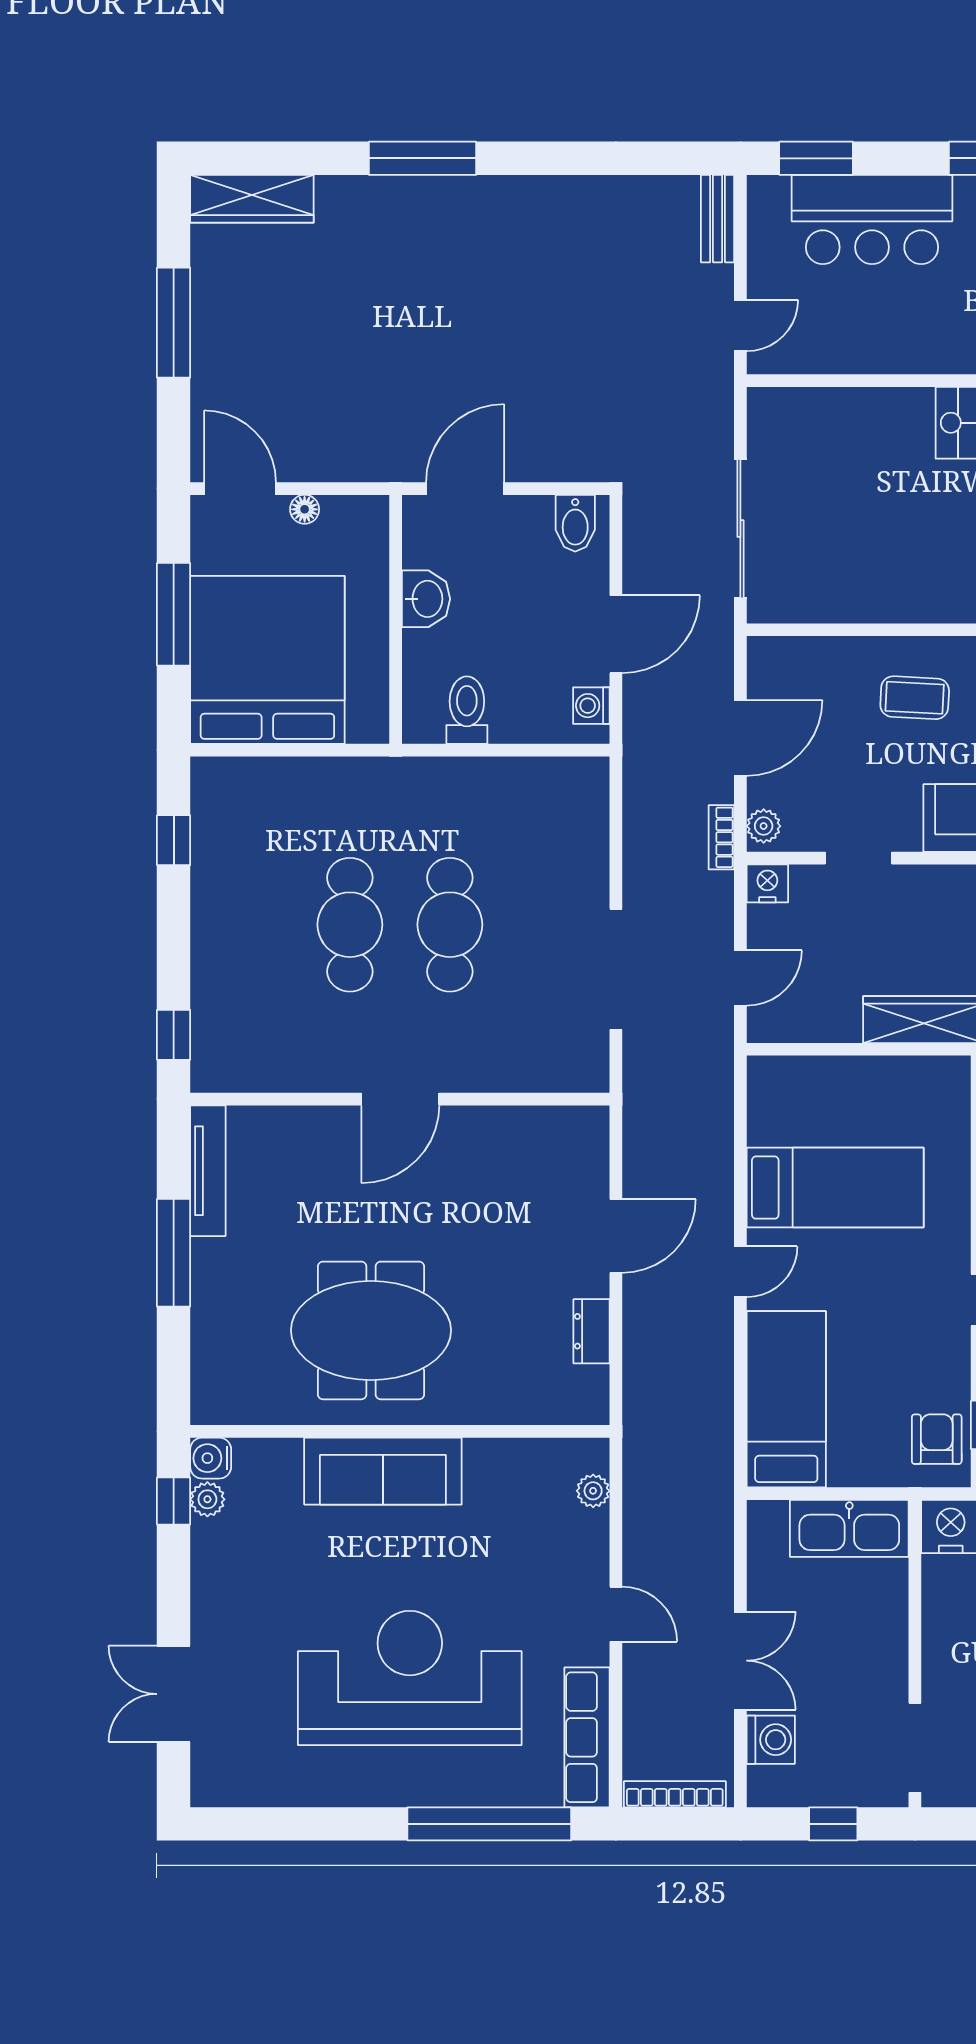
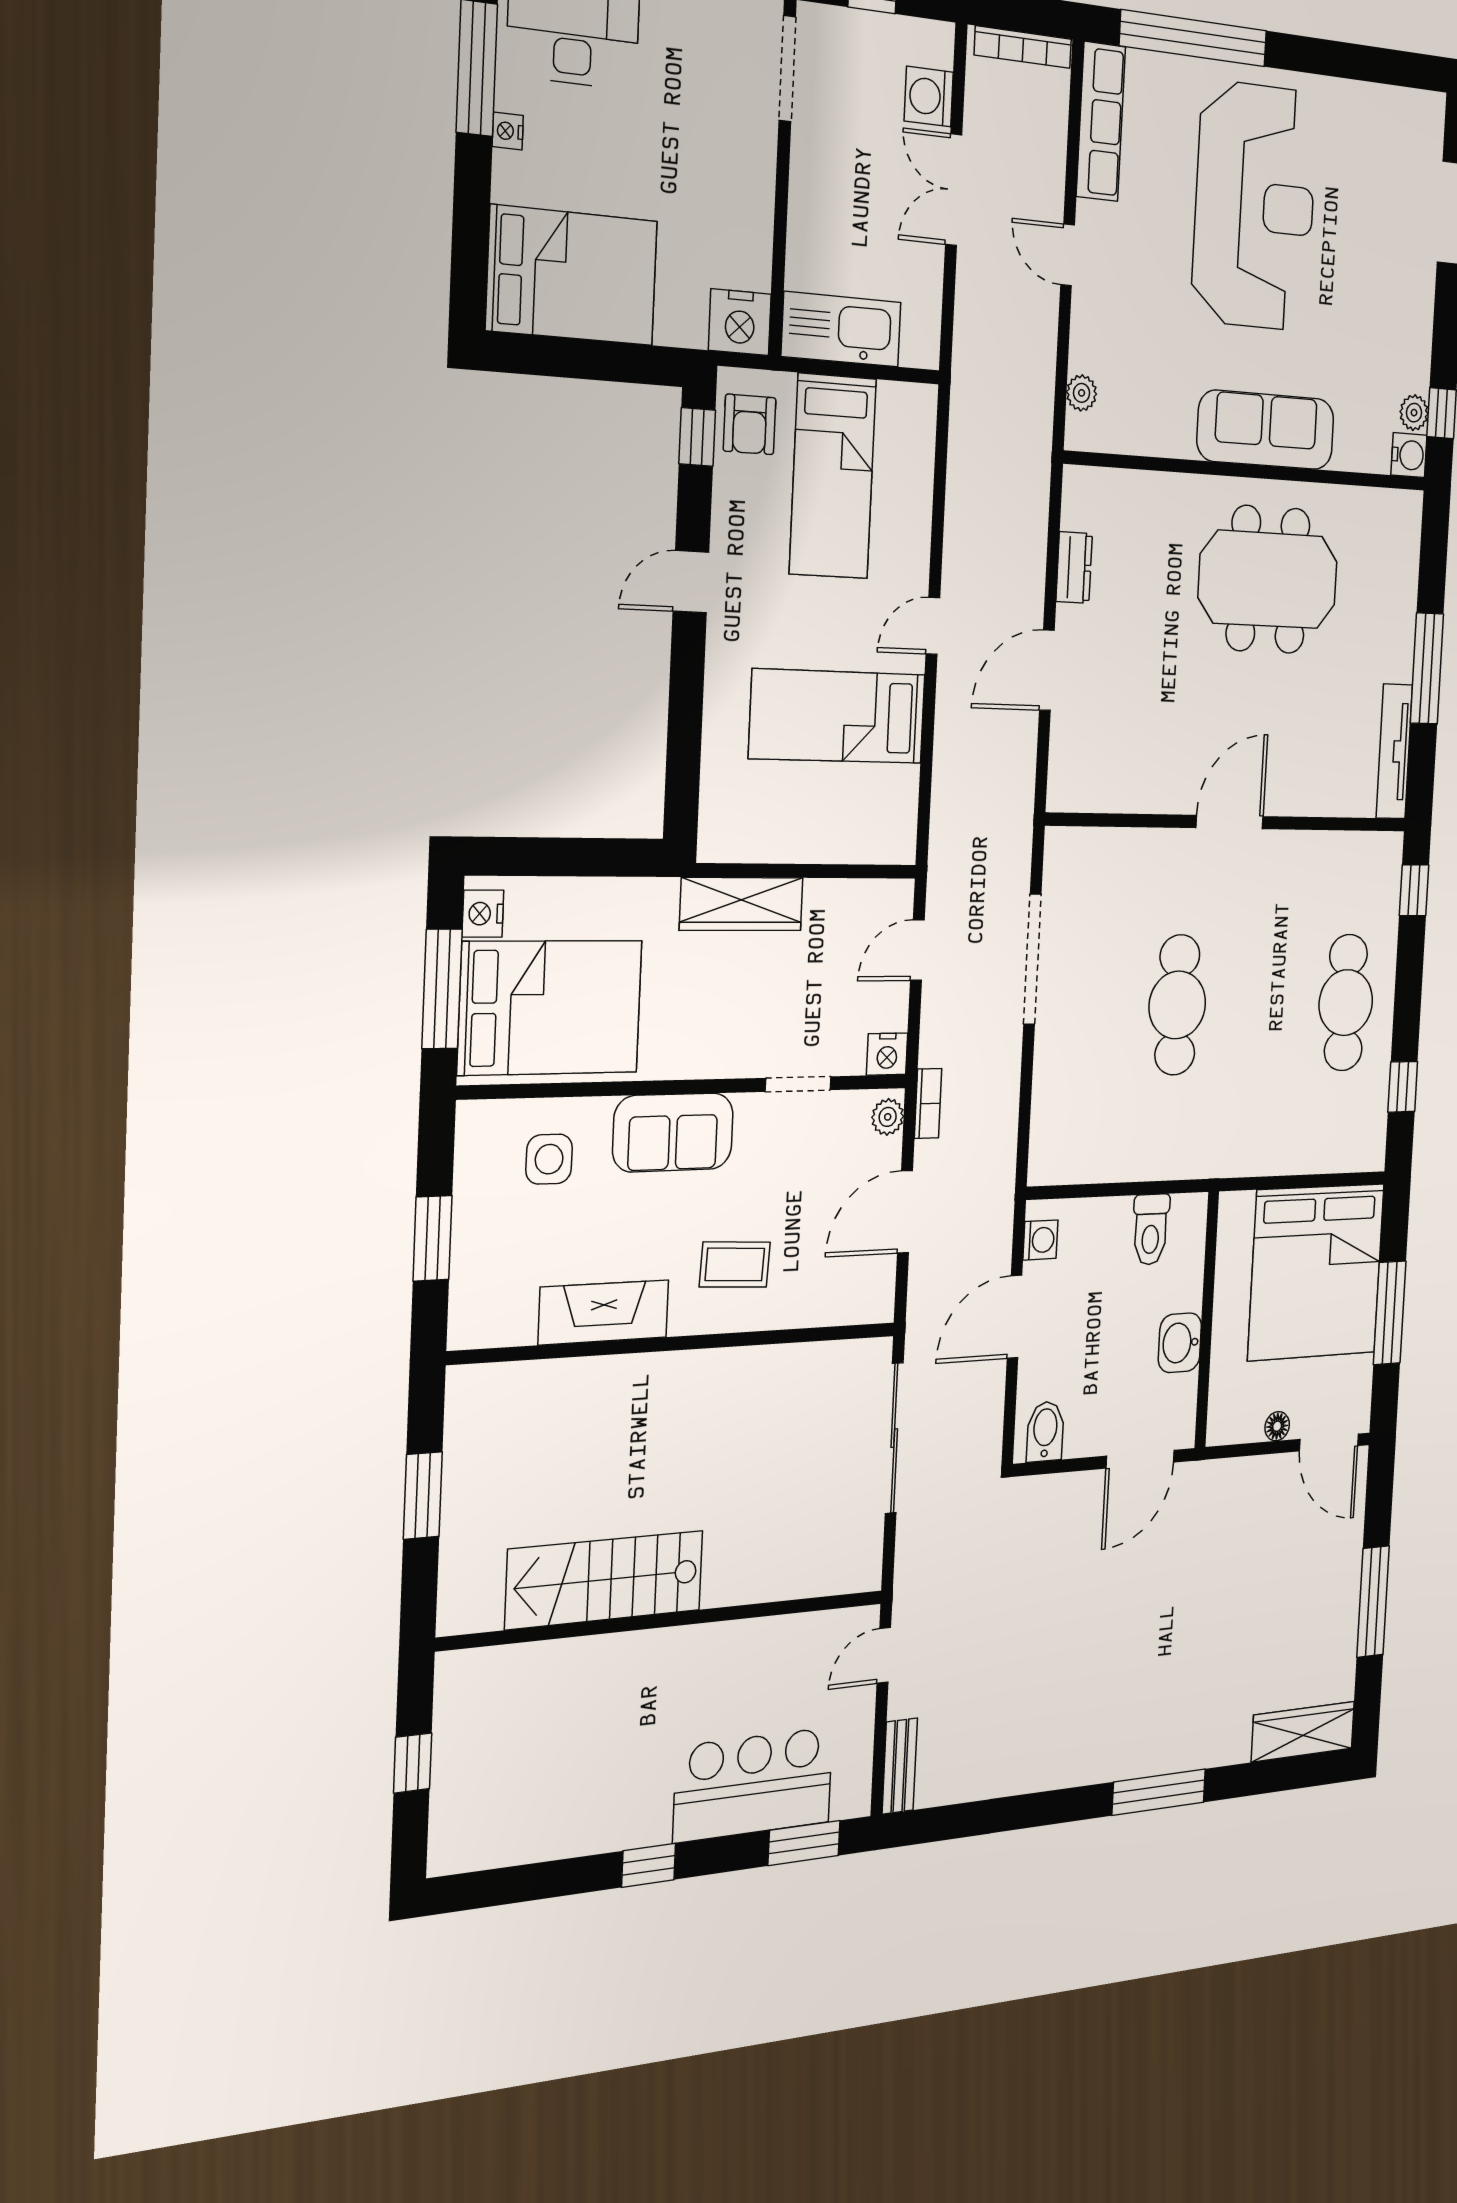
cafe table: (350, 925) -> (1346, 1003), moved
bed: (786, 1399) -> (833, 476), moved
reception desk: (410, 1678) -> (1255, 206), turned -90

